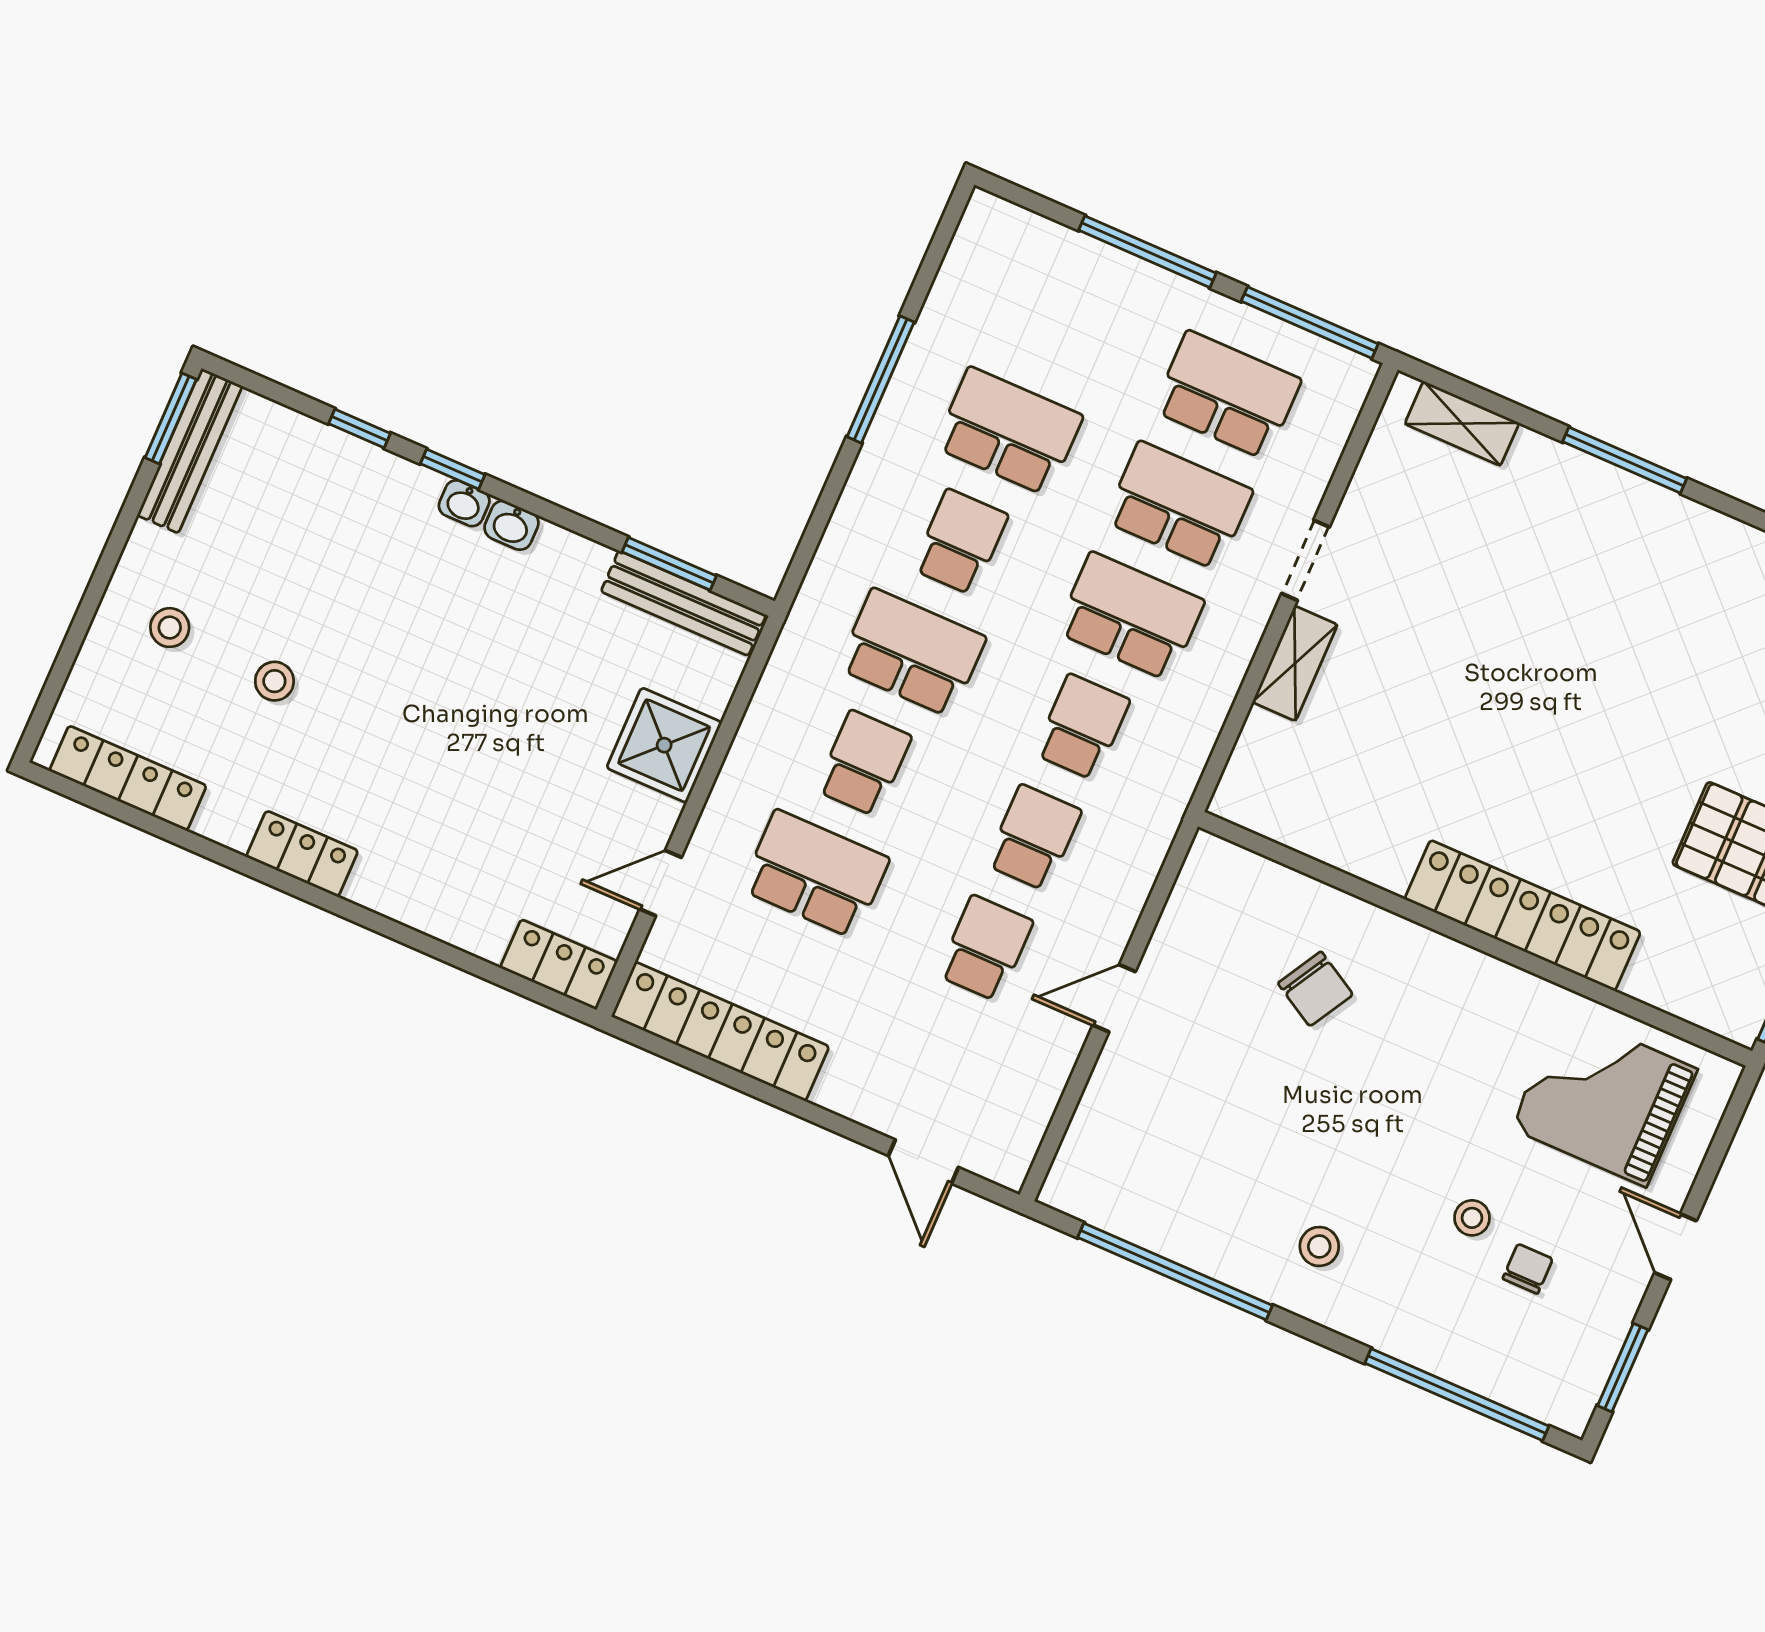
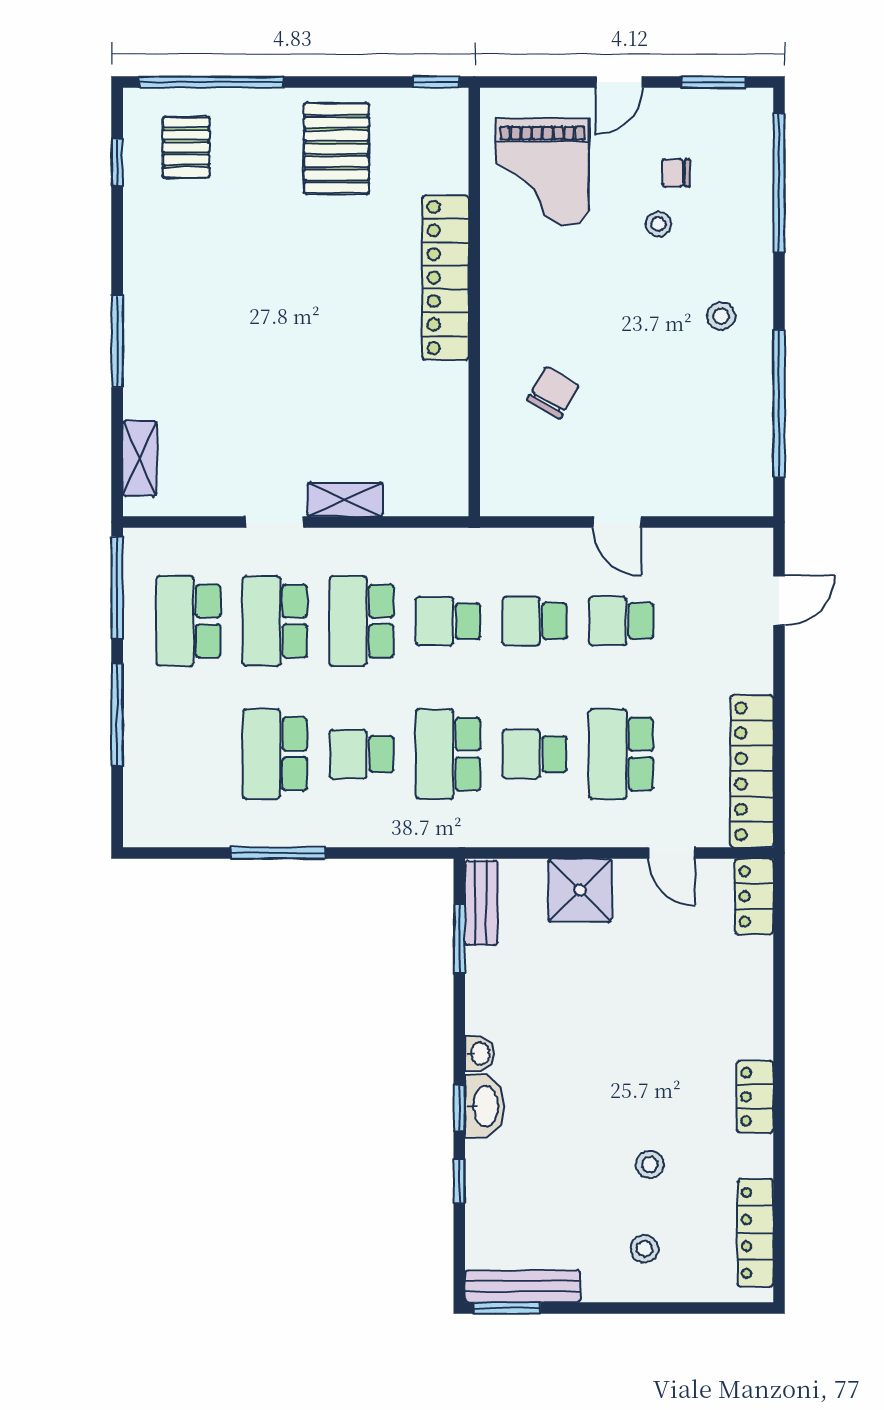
washbasin: (464, 503) -> (484, 1106), width x1.91, depth x1.45
bench: (683, 603) -> (481, 903), width x0.73

